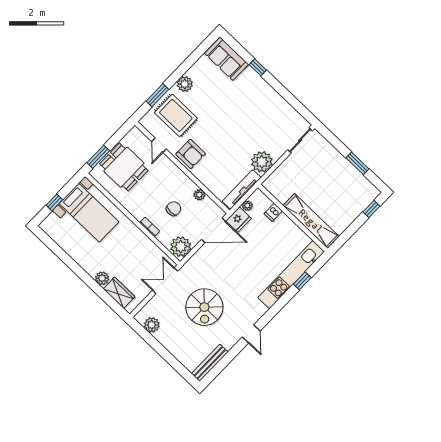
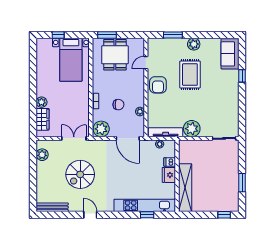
rug: (176, 115) -> (190, 75), moved
fridge: (238, 220) -> (169, 175), moved, turned 90
door: (251, 334) -> (90, 215), swing flipped

